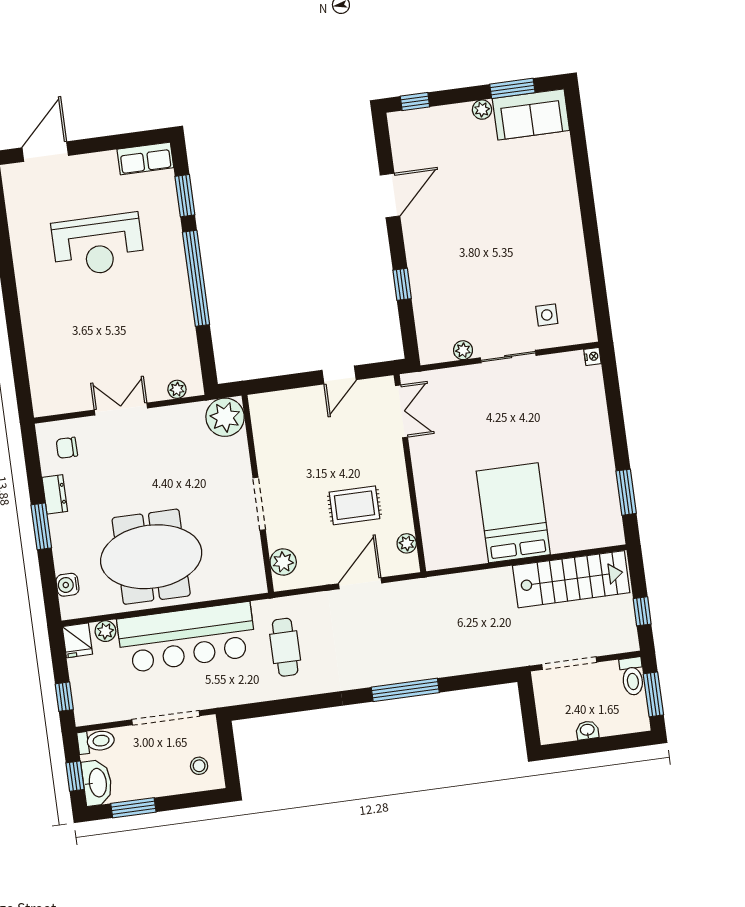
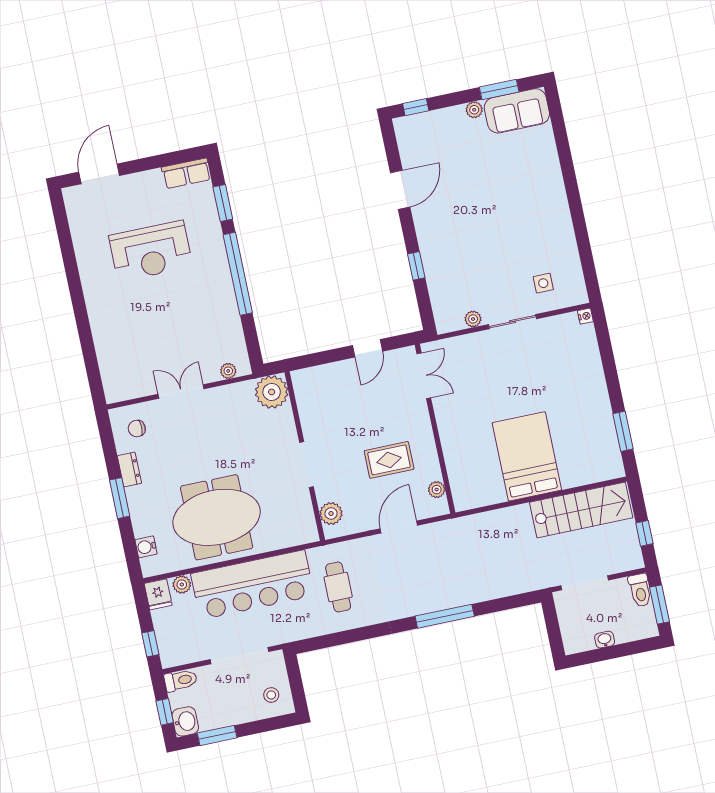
washbasin: (97, 783) -> (185, 721), width x0.72

